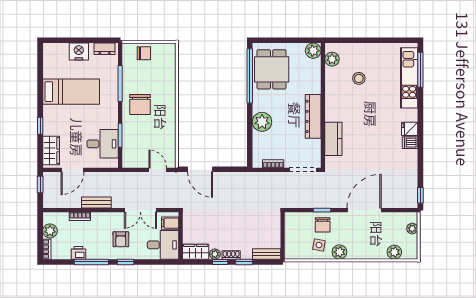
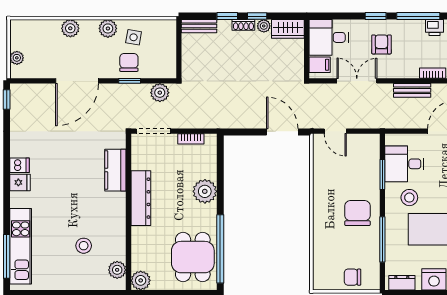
stool: (98, 117) -> (409, 198), added
plant: (298, 201) -> (160, 93), added
plant: (394, 252) -> (70, 28), moved

